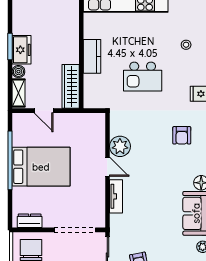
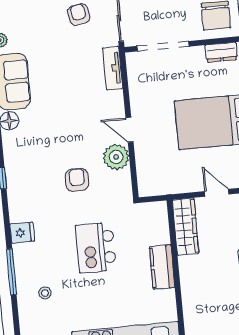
kitchen island: (143, 77) -> (96, 248), turned -90
armchair: (182, 135) -> (77, 180), moved
tv unit: (116, 196) -> (113, 68), moved

